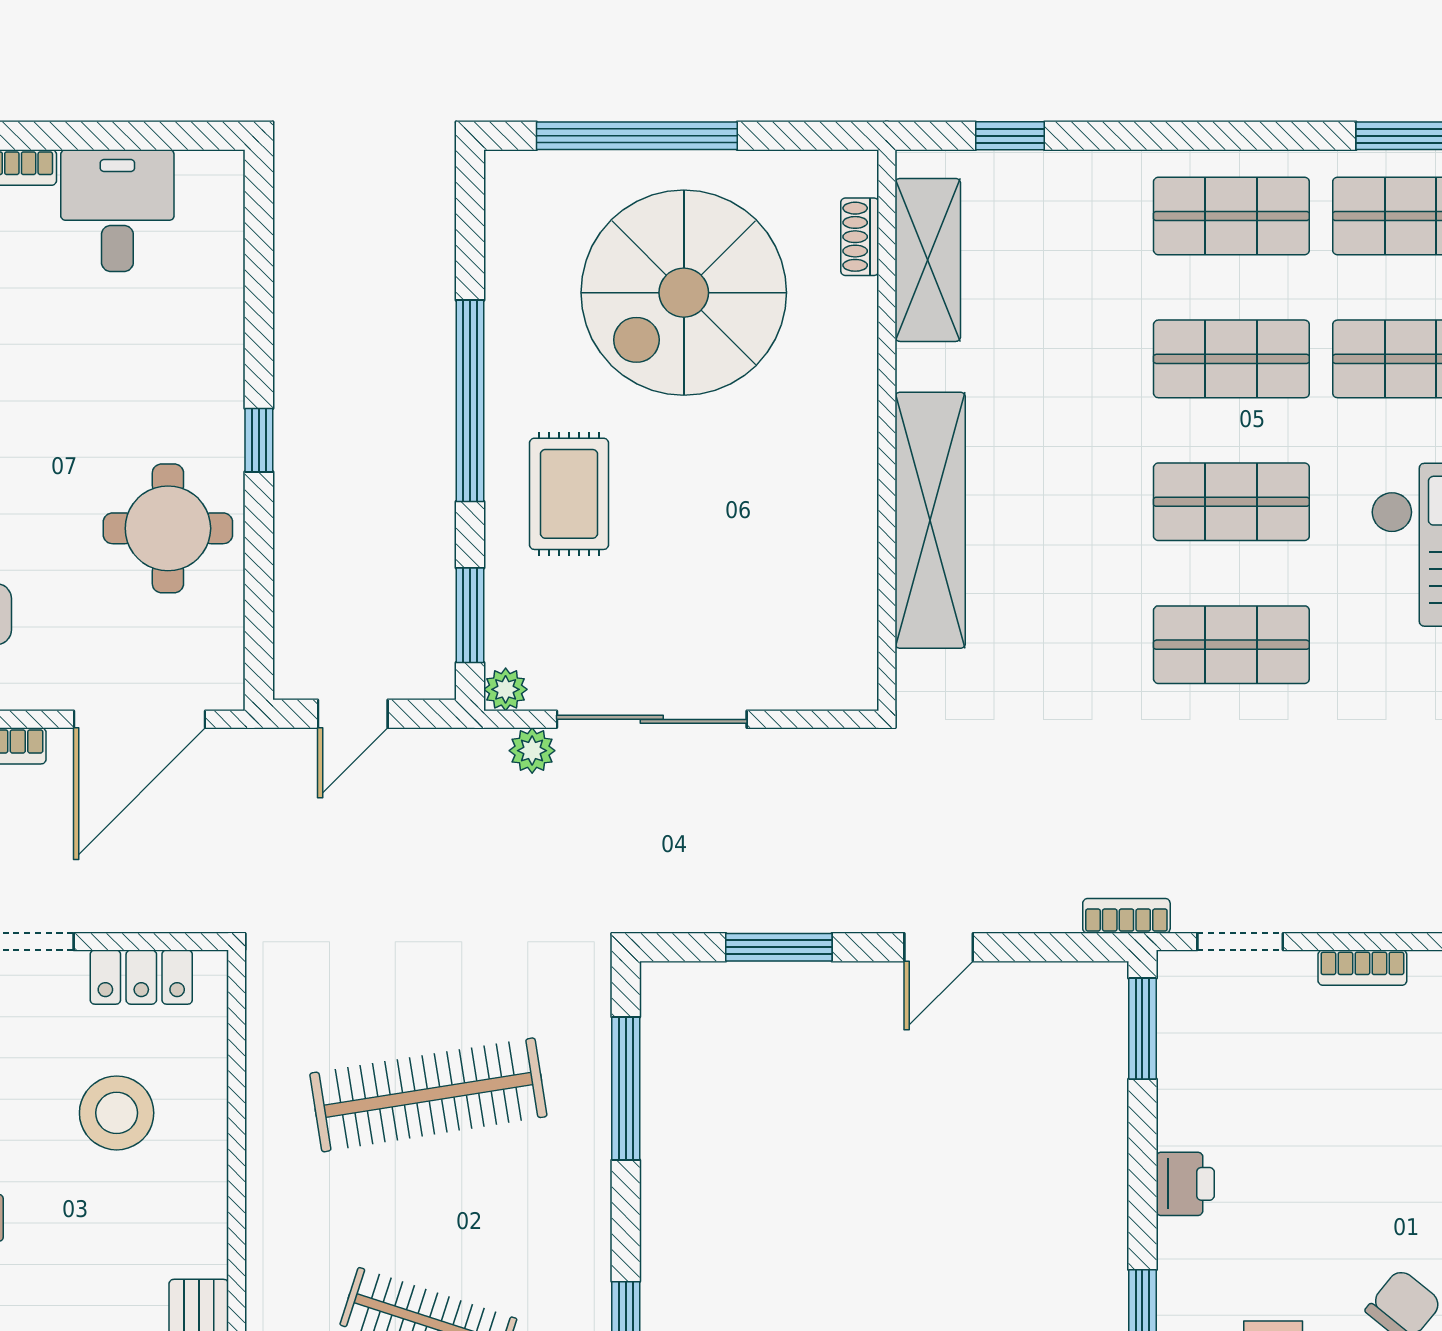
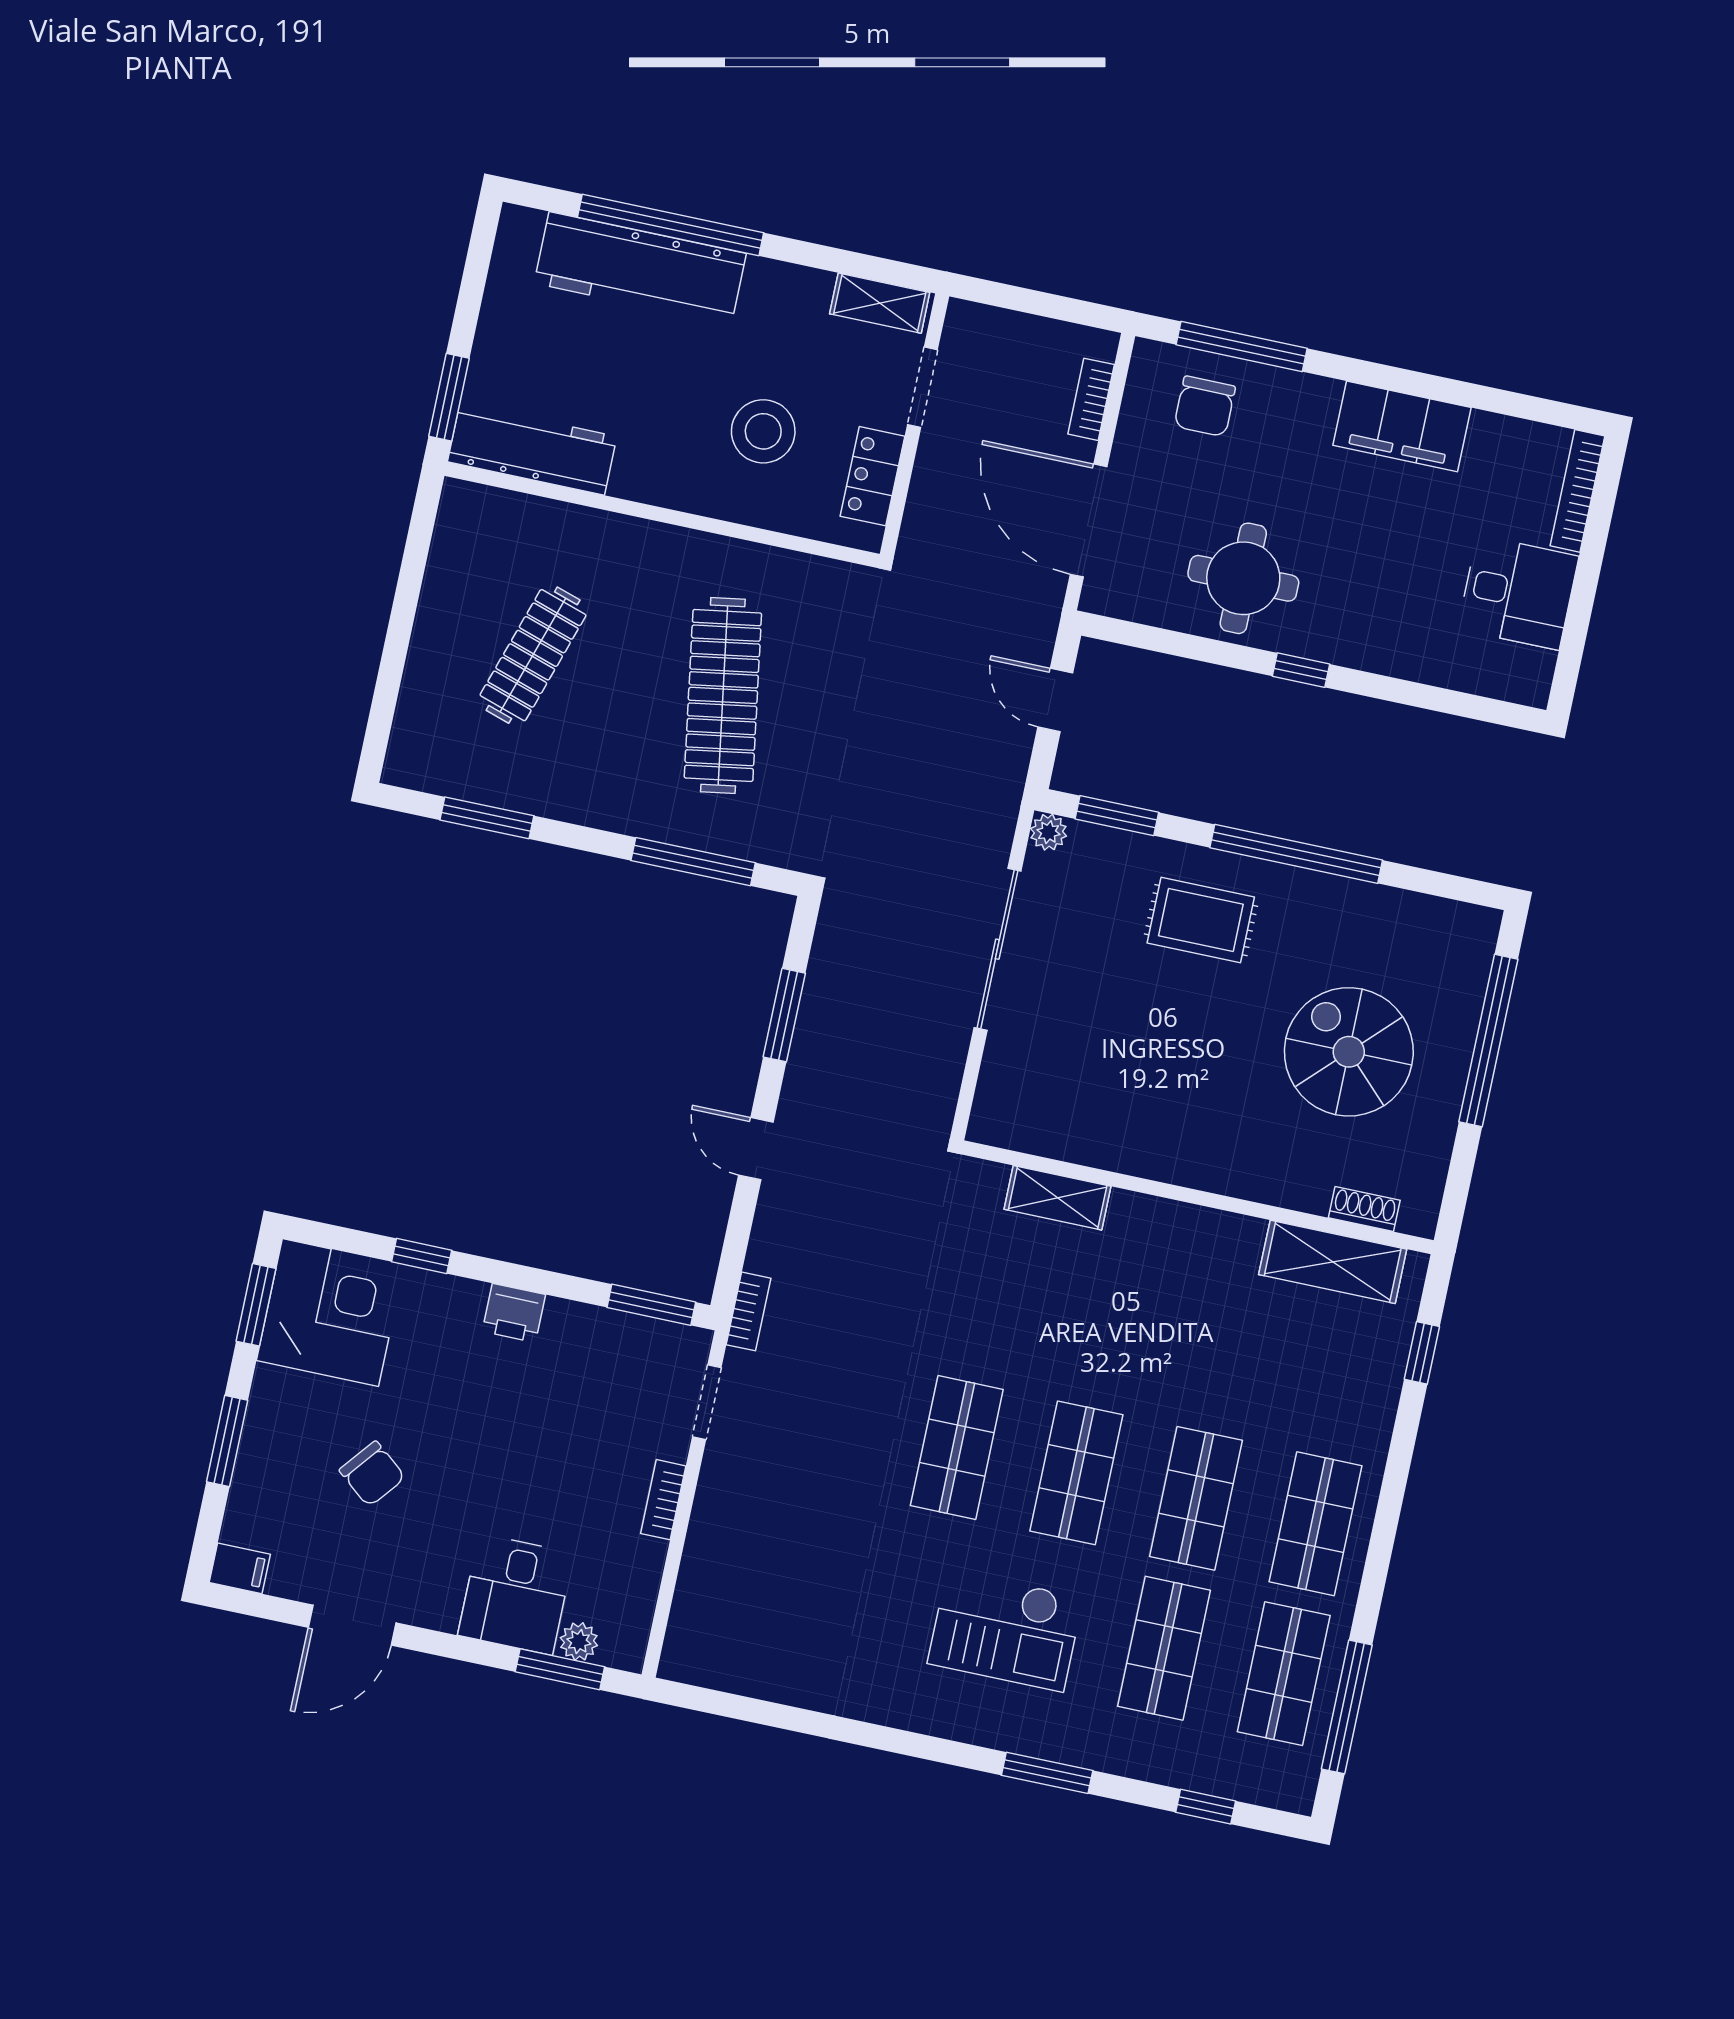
spiral stairs: (684, 293) -> (1349, 1052), width x0.73, depth x0.73
shelving: (930, 520) -> (1058, 1198), width x0.45, depth x0.75
plant: (532, 751) -> (993, 843), removed

